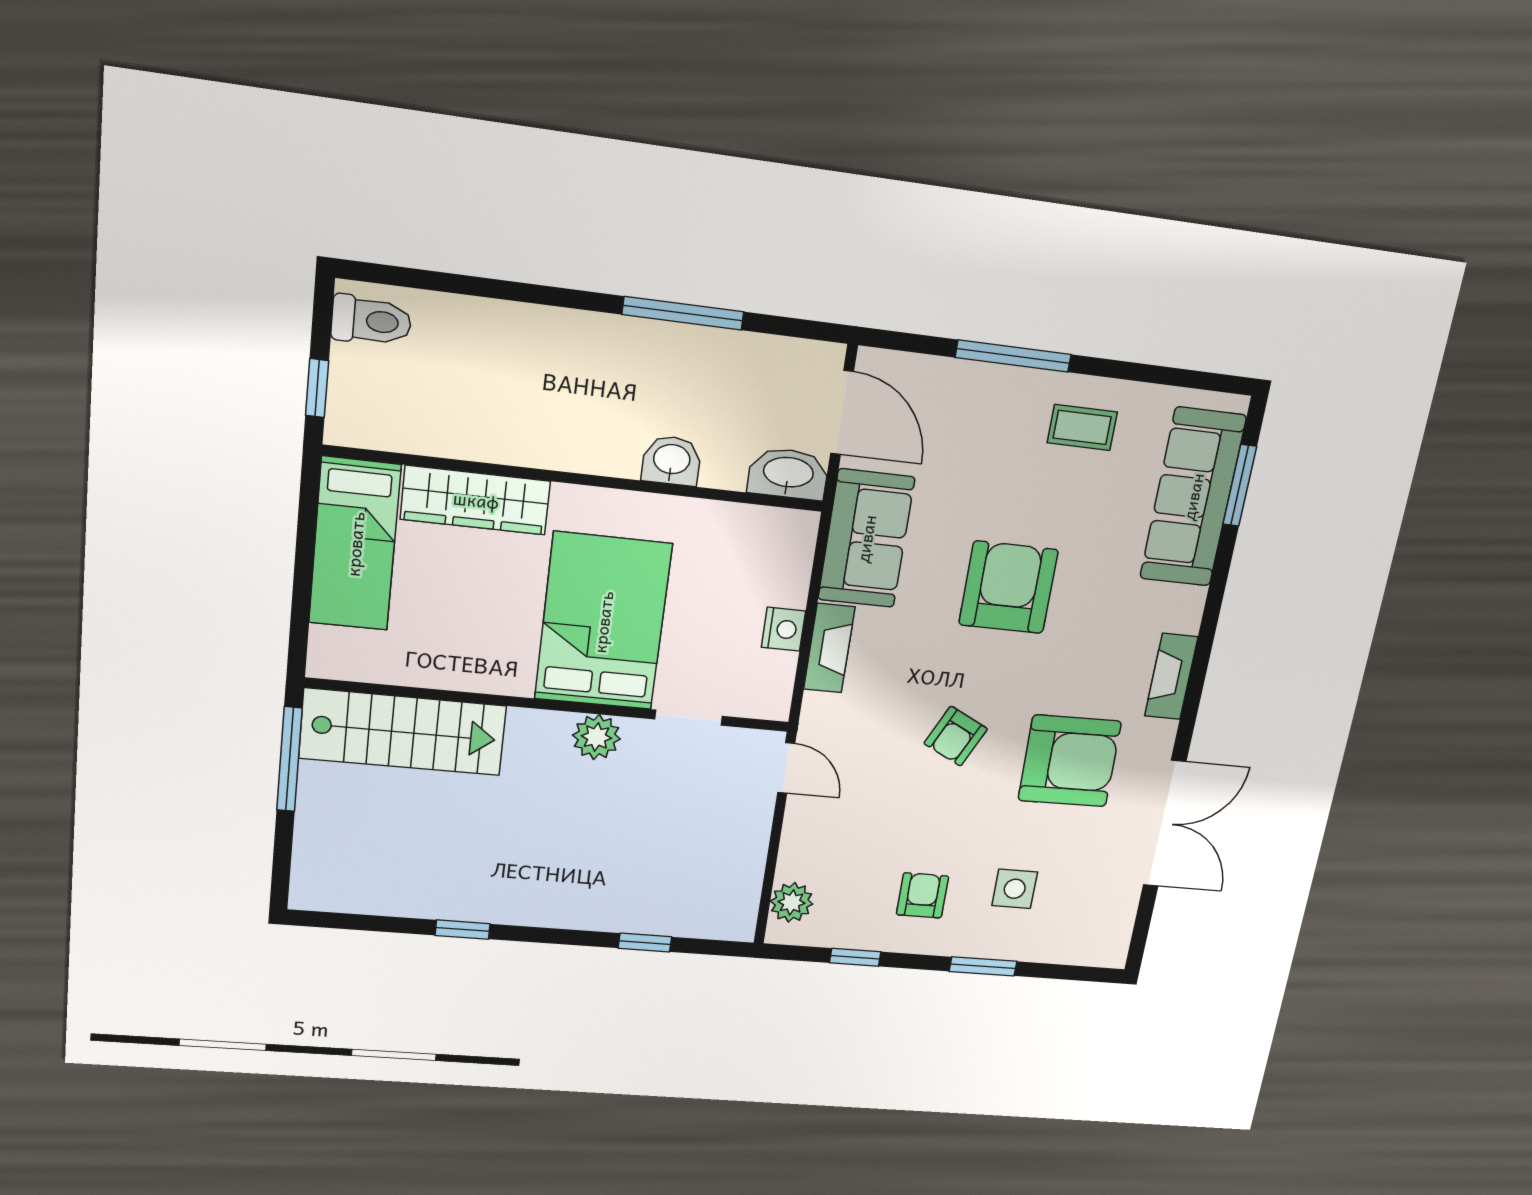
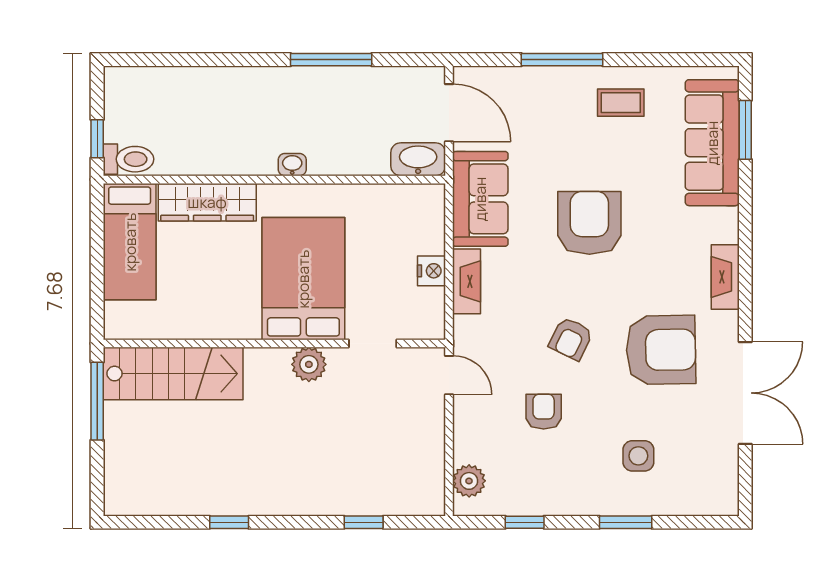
toilet: (371, 321) -> (129, 159), moved
washbasin: (672, 461) -> (292, 165), moved, width x0.72, depth x0.69
armchair: (922, 895) -> (544, 412), moved

